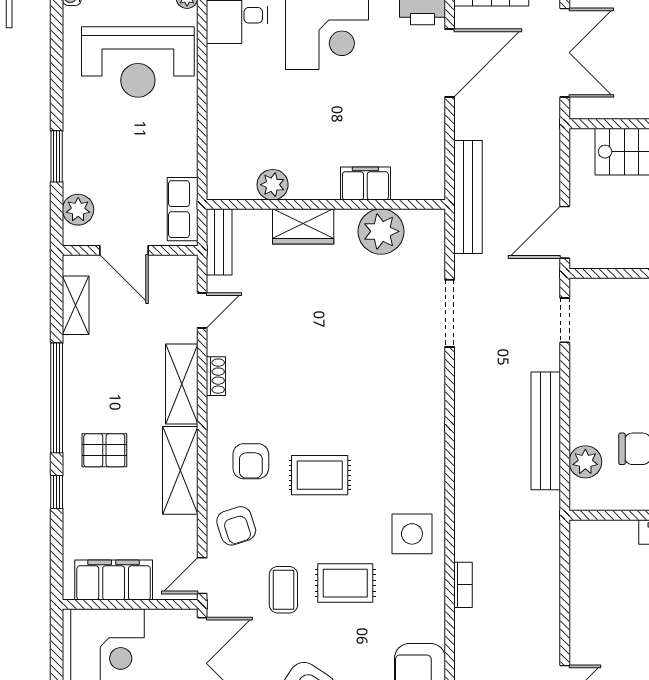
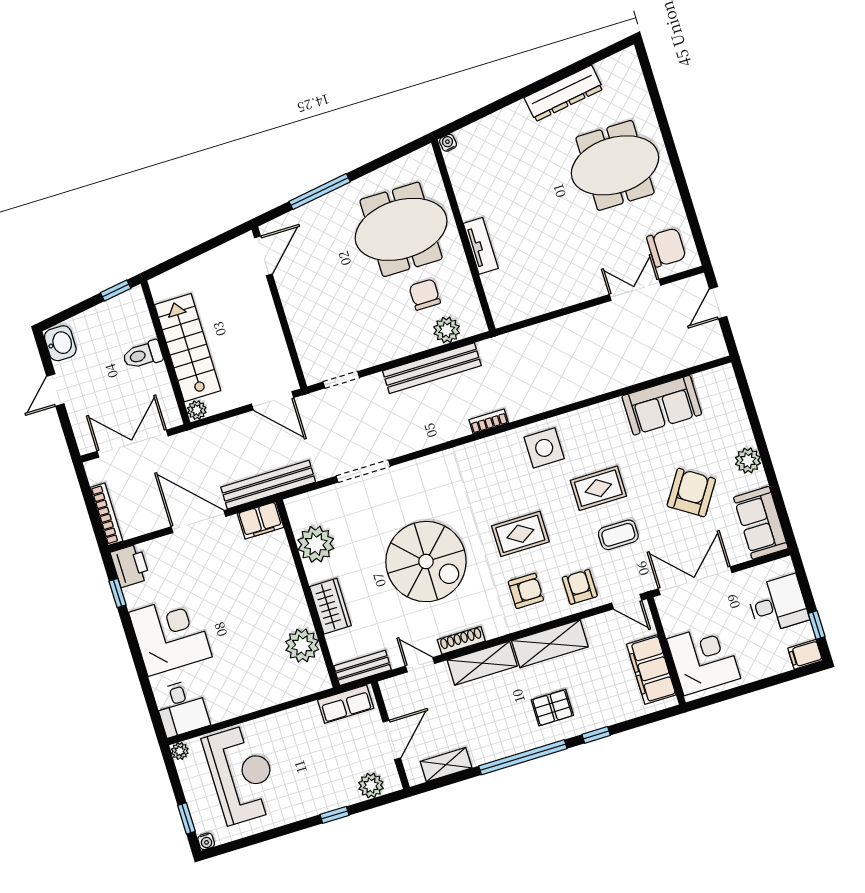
door: (450, 63) -> (198, 522), moved
plant: (581, 140) -> (197, 410), added
window: (57, 156) -> (335, 815), width x0.67
filing cabinet: (365, 183) -> (261, 520), moved, turned -90
plant: (273, 185) -> (302, 645), width x1.36, depth x1.36
spiral stairs: (321, 355) -> (426, 562), added
shoe rack: (216, 376) -> (461, 640), width x1.43
pallet: (104, 450) -> (552, 708), turned 90
rug: (320, 475) -> (520, 534), turned 90
armchair: (236, 526) -> (580, 587), turned -72
rug: (345, 583) -> (598, 488), turned 90
bookcase: (463, 585) -> (489, 421), moved

